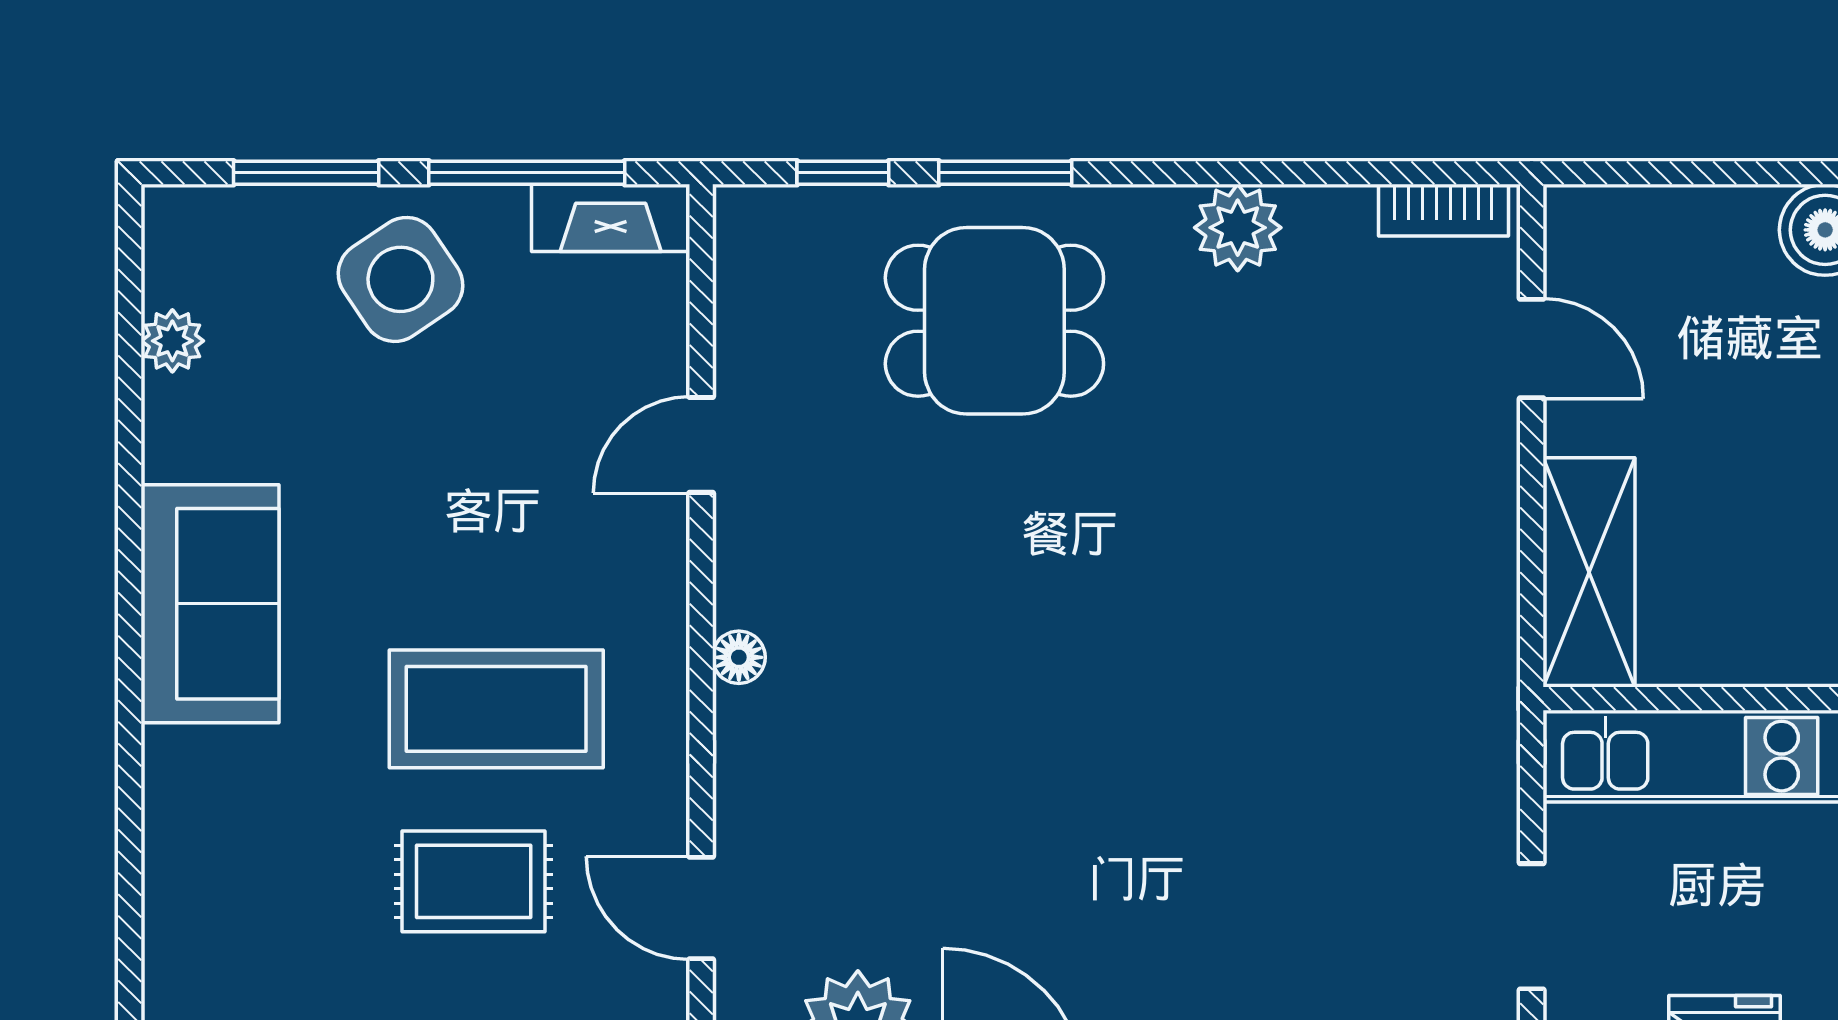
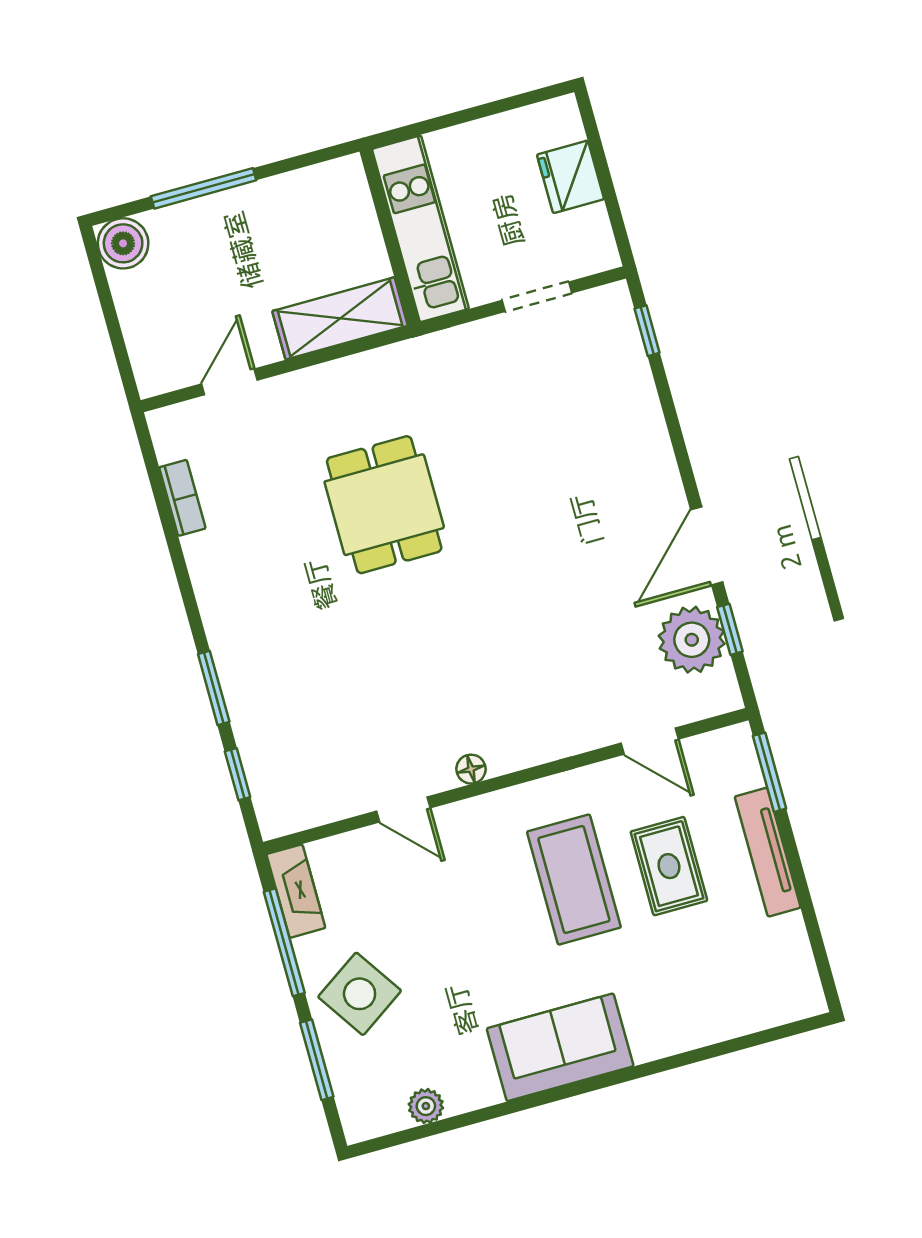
bookcase: (1443, 210) -> (182, 498), moved
plant: (1238, 228) -> (208, 556), removed
dining table: (994, 321) -> (384, 505), moved
floor lamp: (739, 657) -> (471, 769), moved
door: (701, 908) -> (650, 741), hinge flipped

